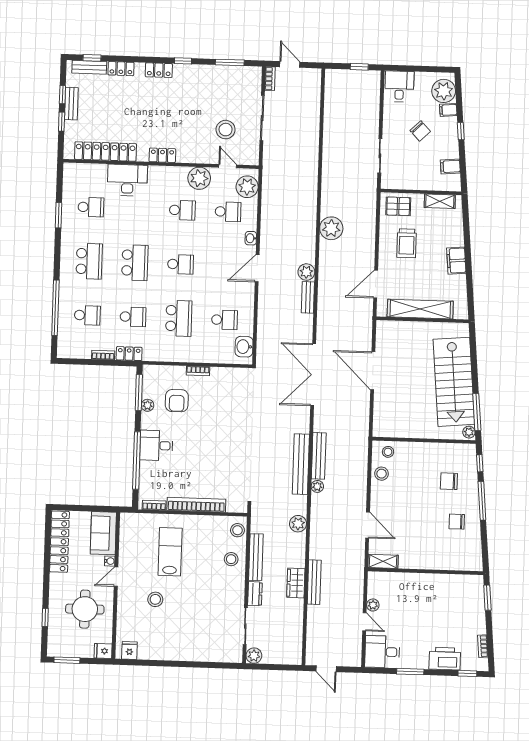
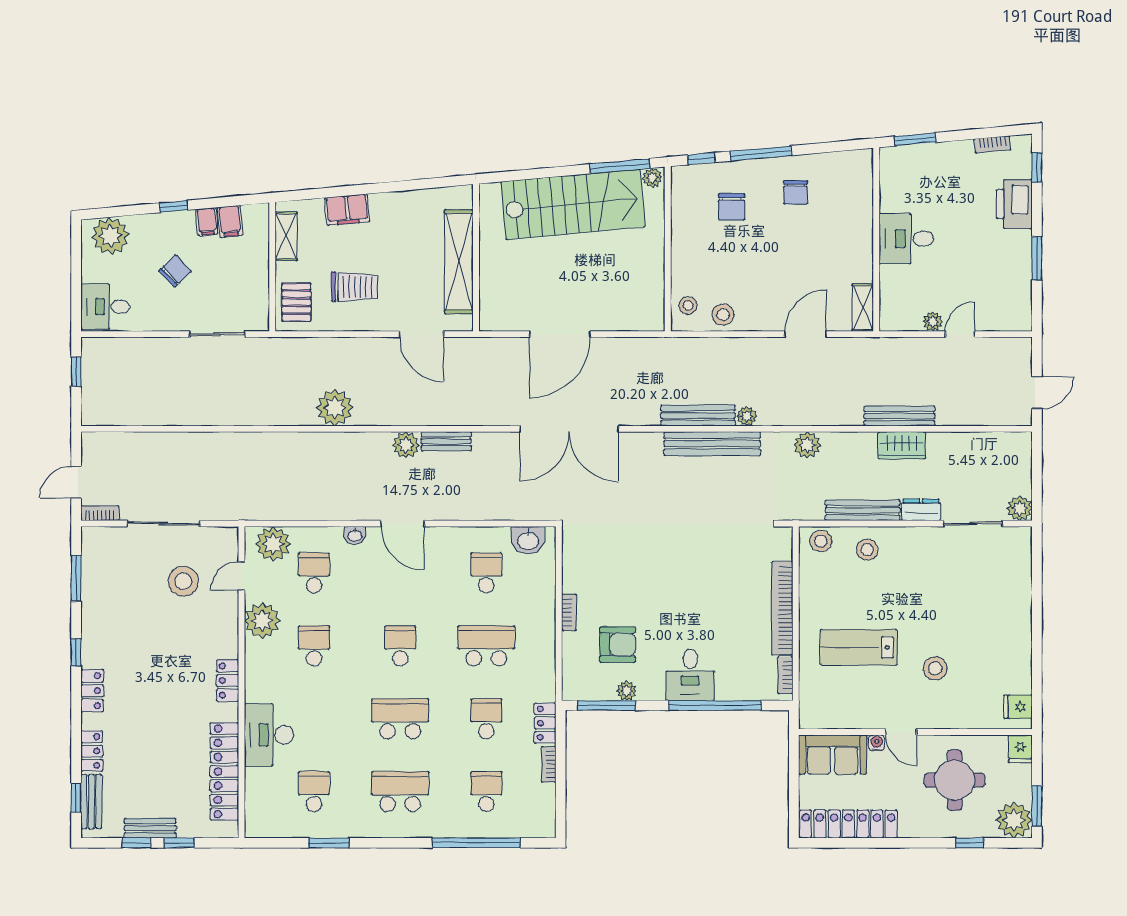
filing cabinet: (448, 110) -> (207, 222), moved
filing cabinet: (456, 261) -> (347, 210), moved
plant: (58, 646) -> (1014, 820), added
desk: (382, 652) -> (906, 239), moved, turned 90

